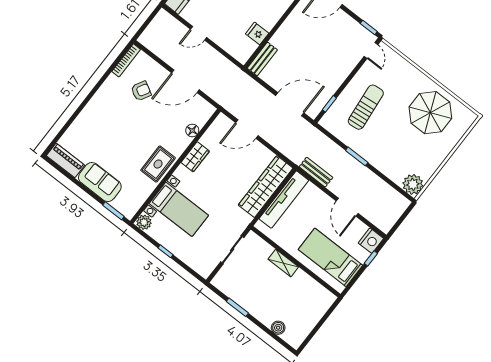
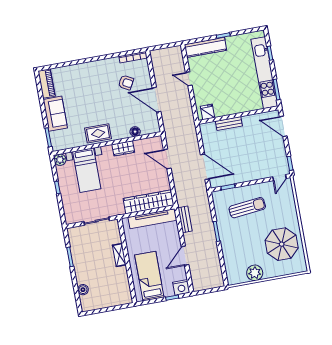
fridge: (257, 33) -> (207, 112), moved
bench: (262, 59) -> (229, 124), moved
plant: (413, 184) -> (255, 273), moved

